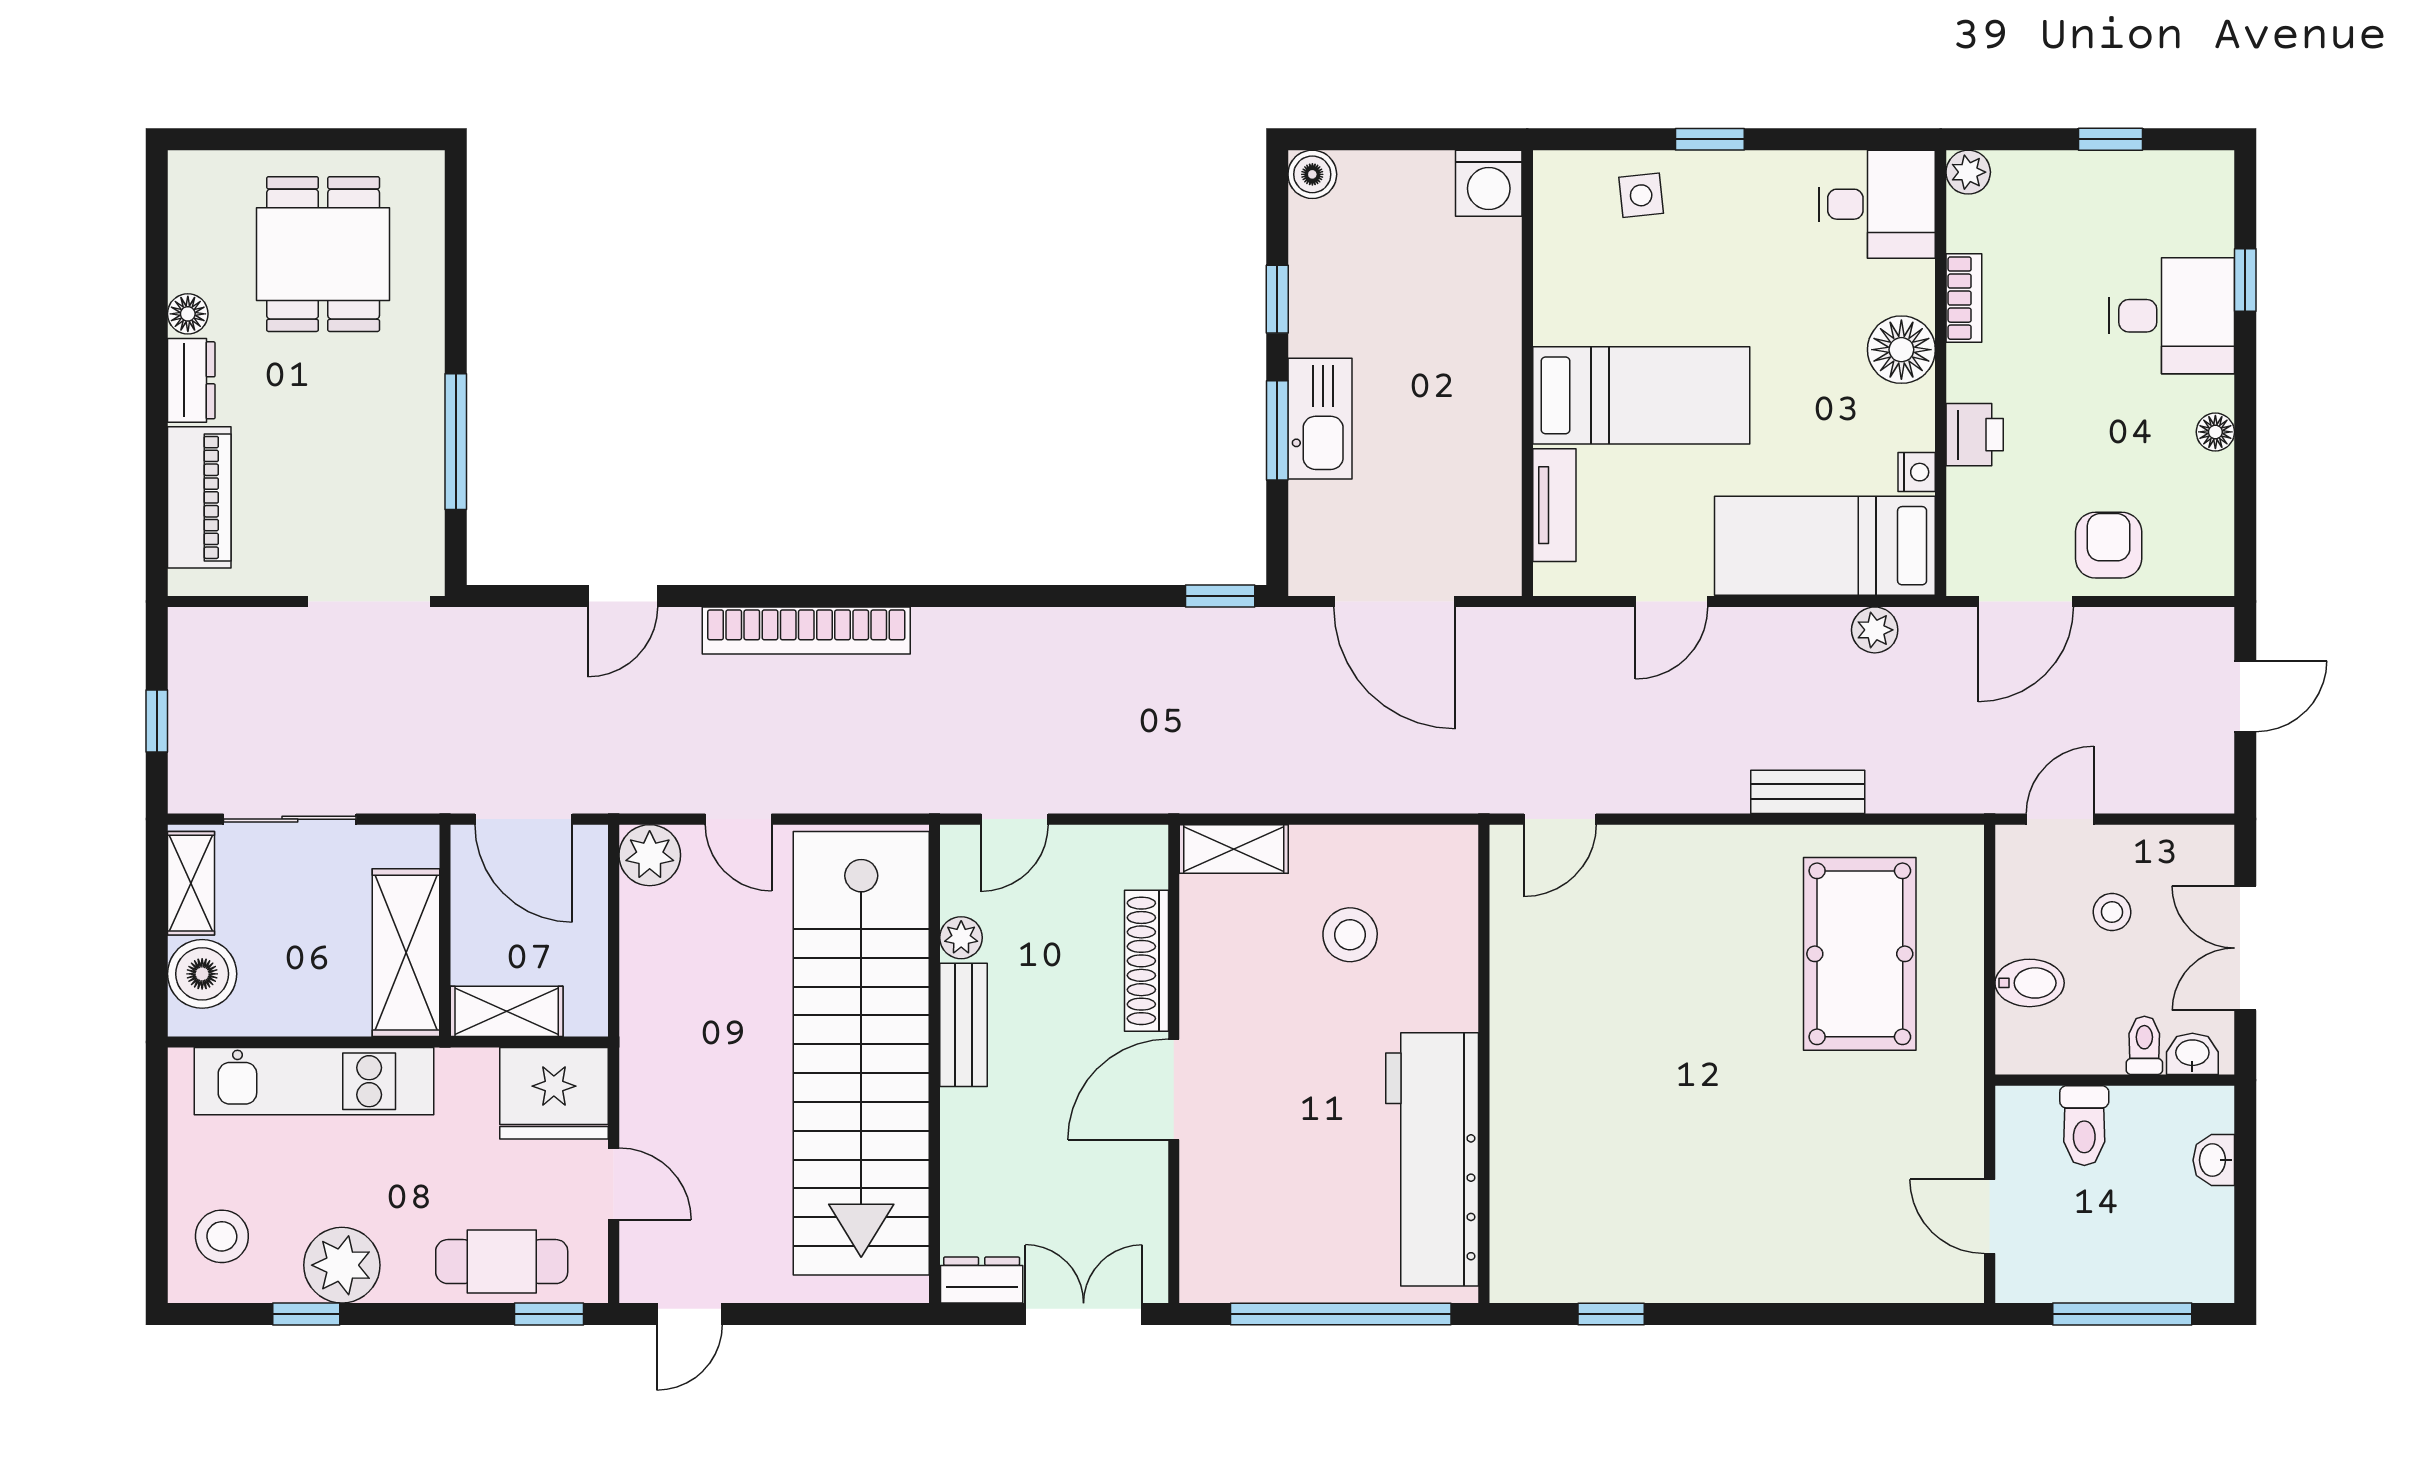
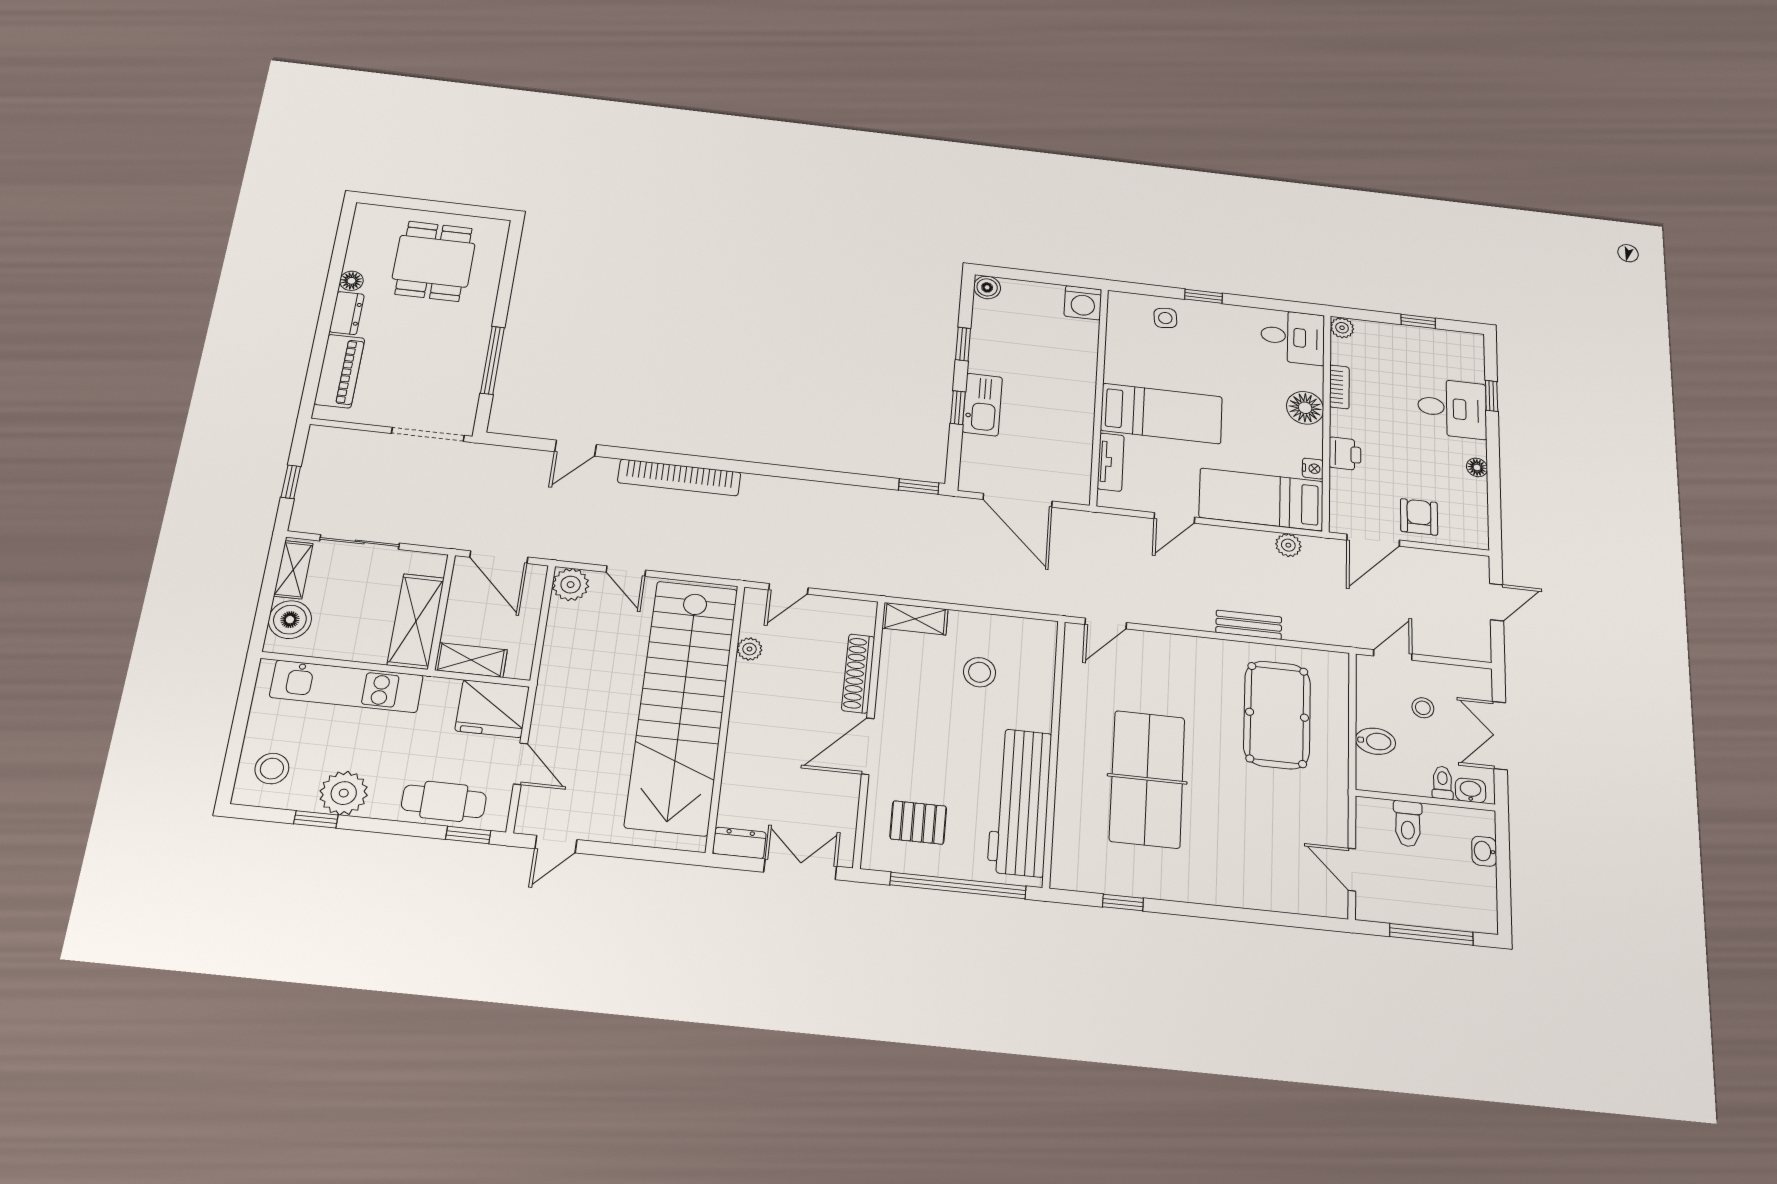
window: (1277, 430) -> (958, 408), width x0.67
bench: (963, 1025) -> (745, 697), removed
table tennis table: (1643, 1095) -> (1147, 779), added
pallet: (1268, 1213) -> (918, 822), added

